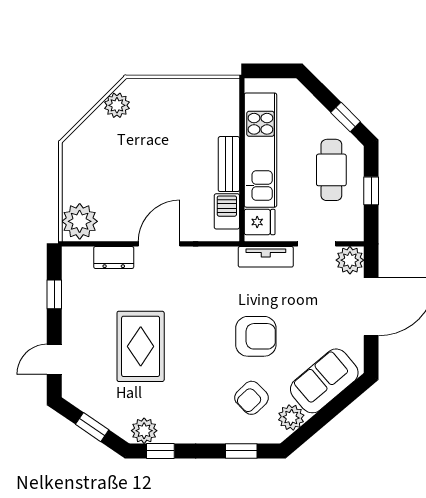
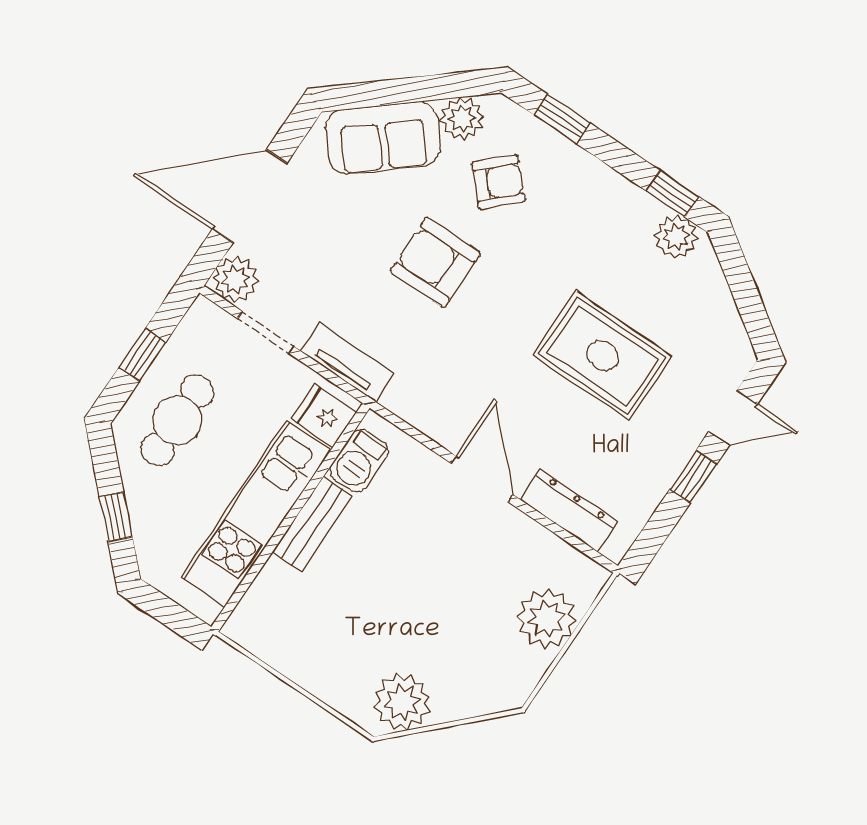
plant: (117, 105) -> (402, 702), width x1.36, depth x1.36
window: (346, 117) -> (116, 517), moved
plant: (80, 221) -> (547, 619), moved
door: (159, 244) -> (482, 479), swing flipped
dresser: (114, 257) -> (569, 511), width x1.44
window: (54, 294) -> (693, 477), moved
rug: (141, 346) -> (603, 356), turned 90
window: (92, 427) -> (744, 290), removed

